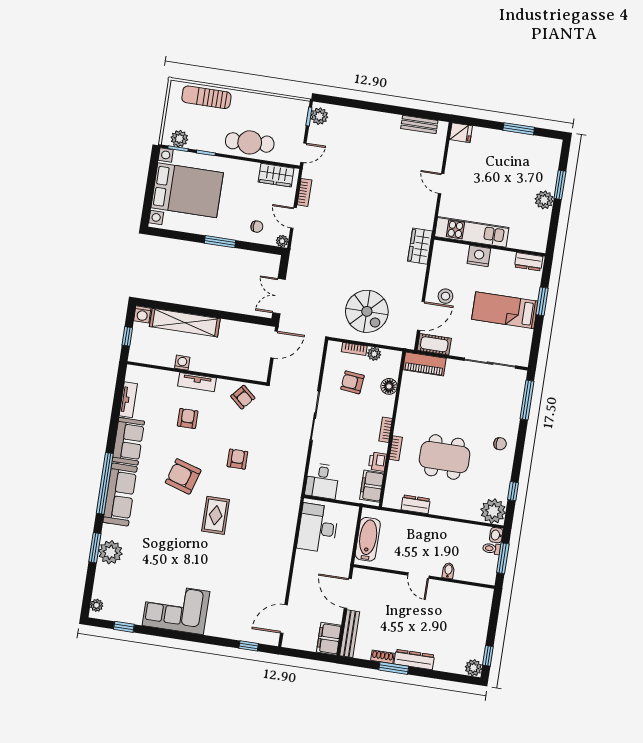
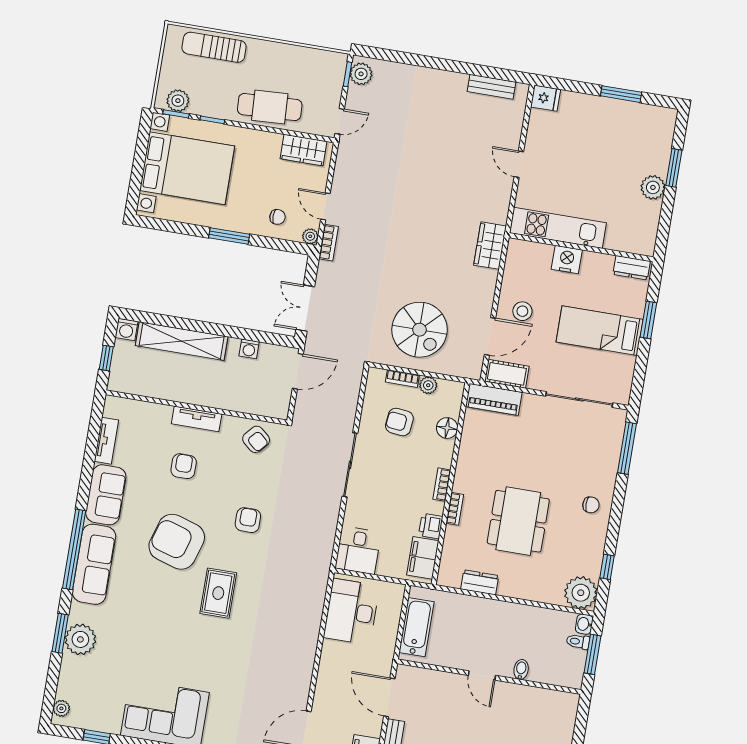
bookcase: (304, 192) -> (329, 243), moved
washing machine: (182, 363) -> (249, 349), moved, turned 180
dining table: (445, 457) -> (518, 521), turned 90
armchair: (183, 476) -> (177, 542), width x1.36, depth x1.36

